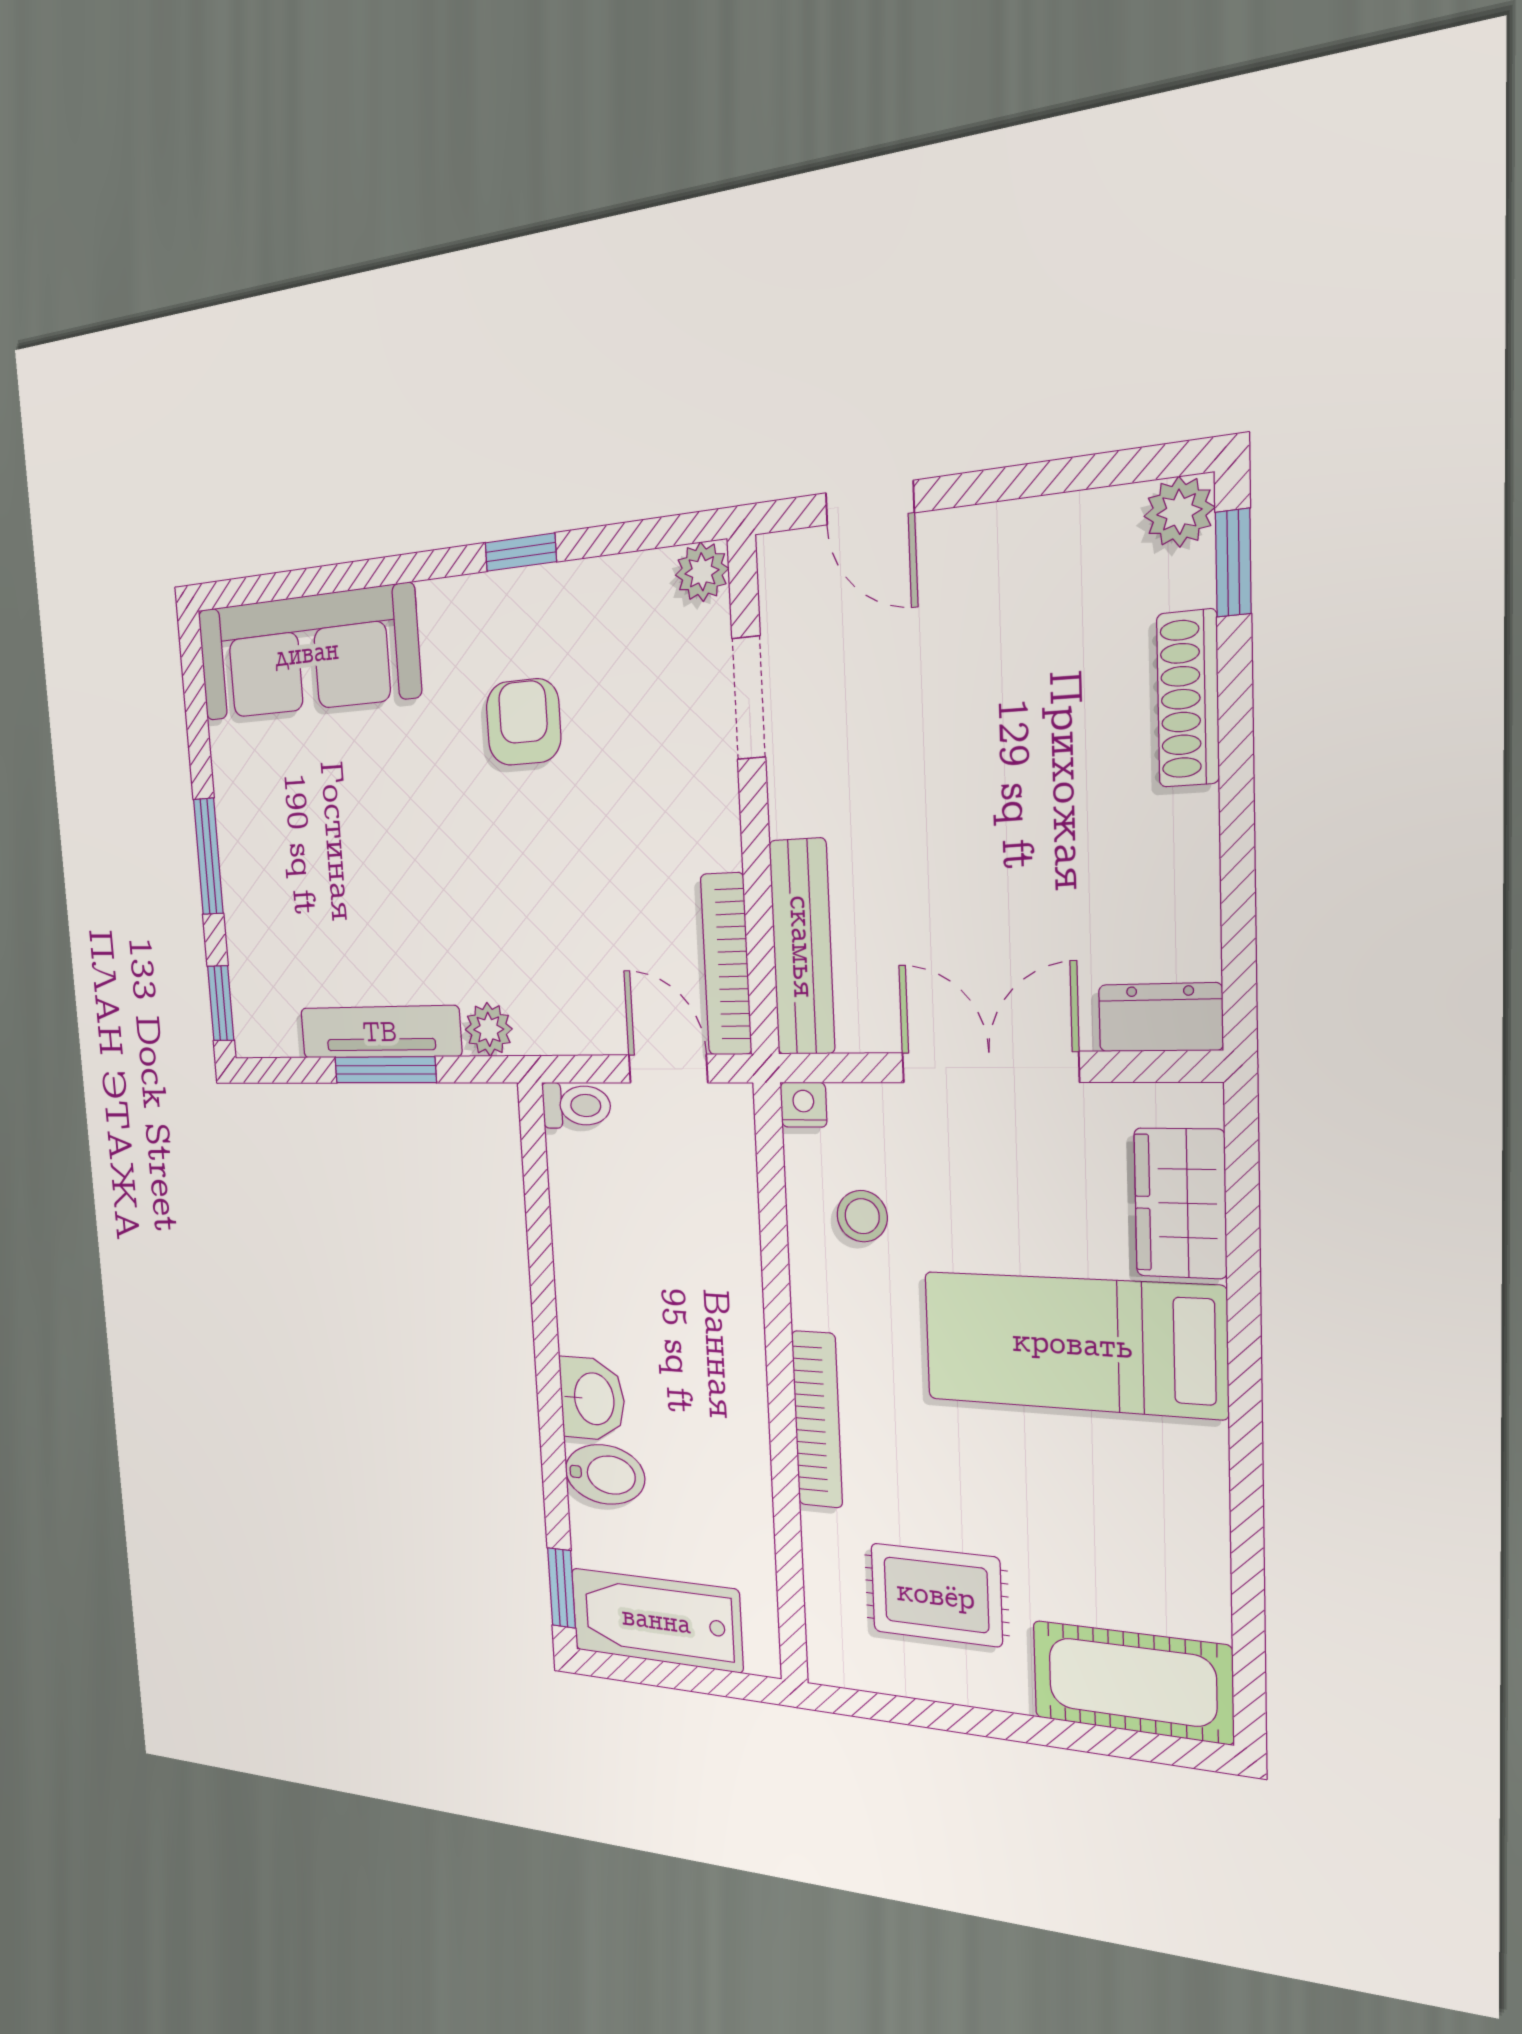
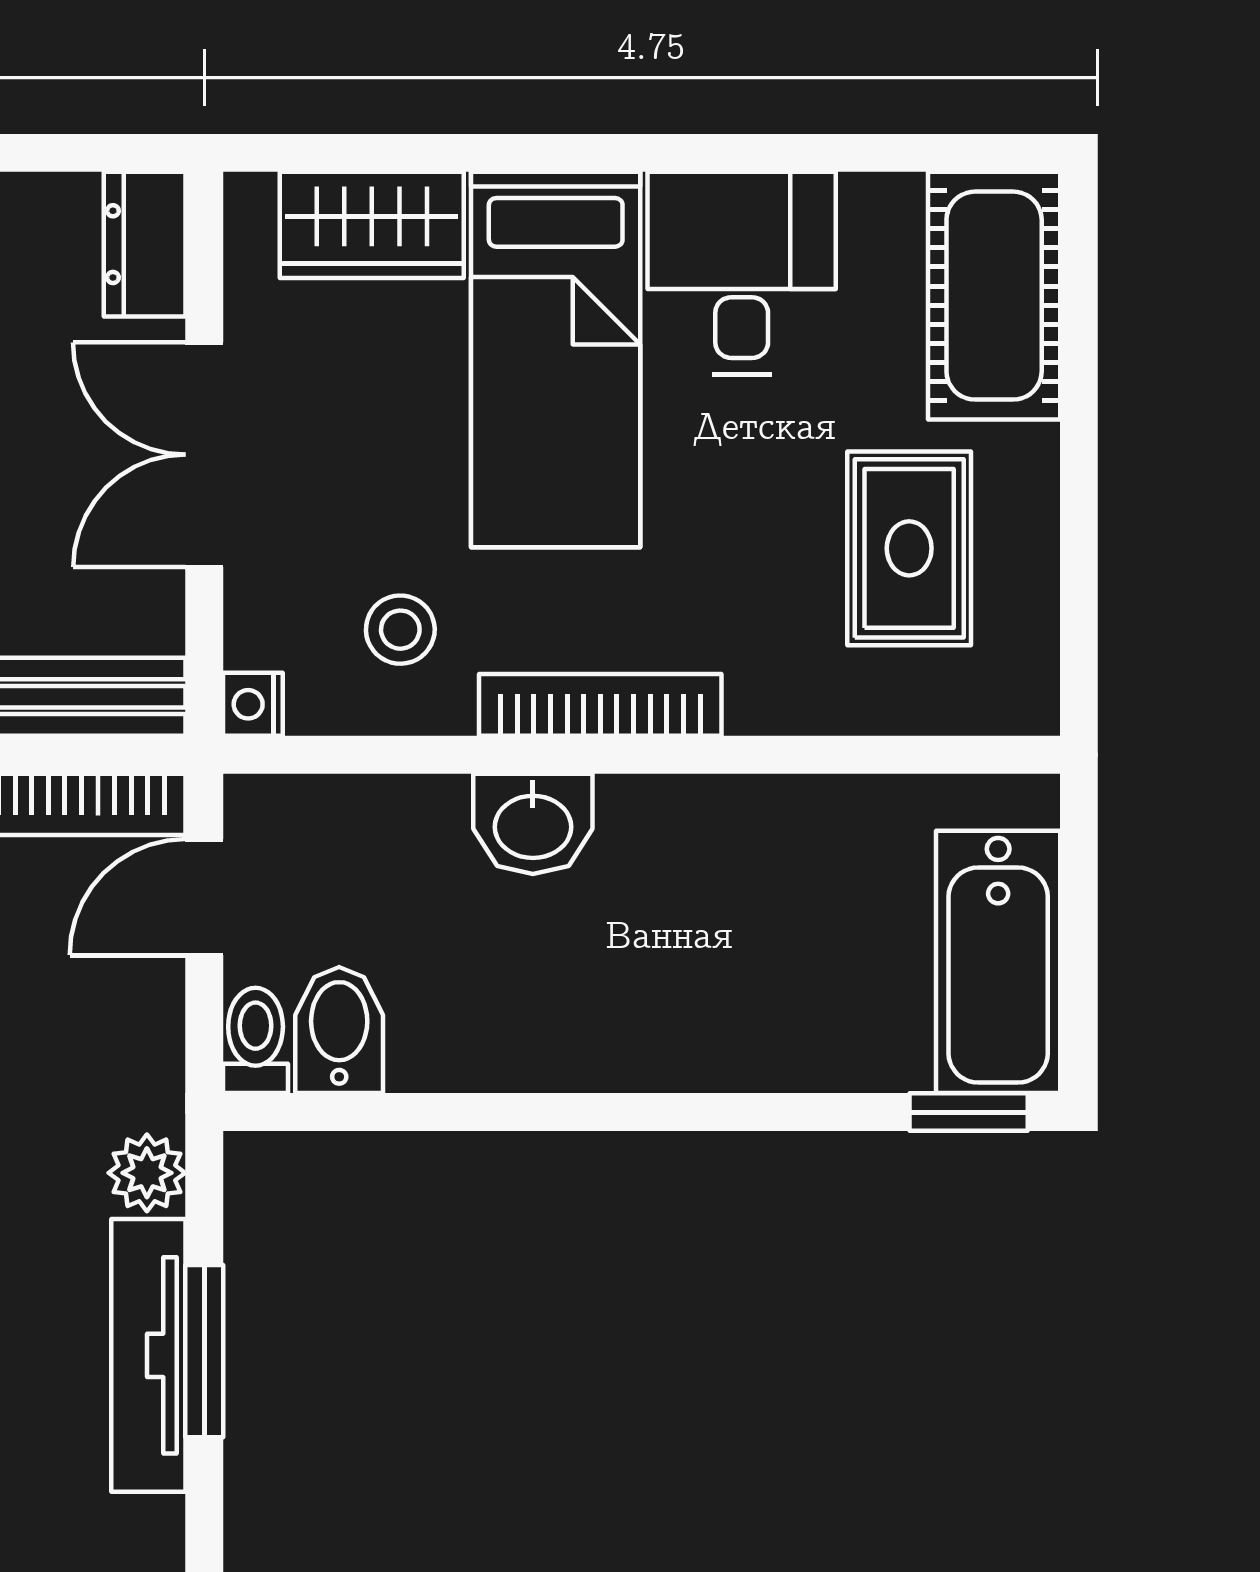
washbasin: (592, 1399) -> (533, 824), moved, turned 180
bookcase: (817, 1419) -> (600, 705), moved
bidet: (605, 1474) -> (339, 1030), moved
desk: (1146, 1493) -> (742, 273), added

